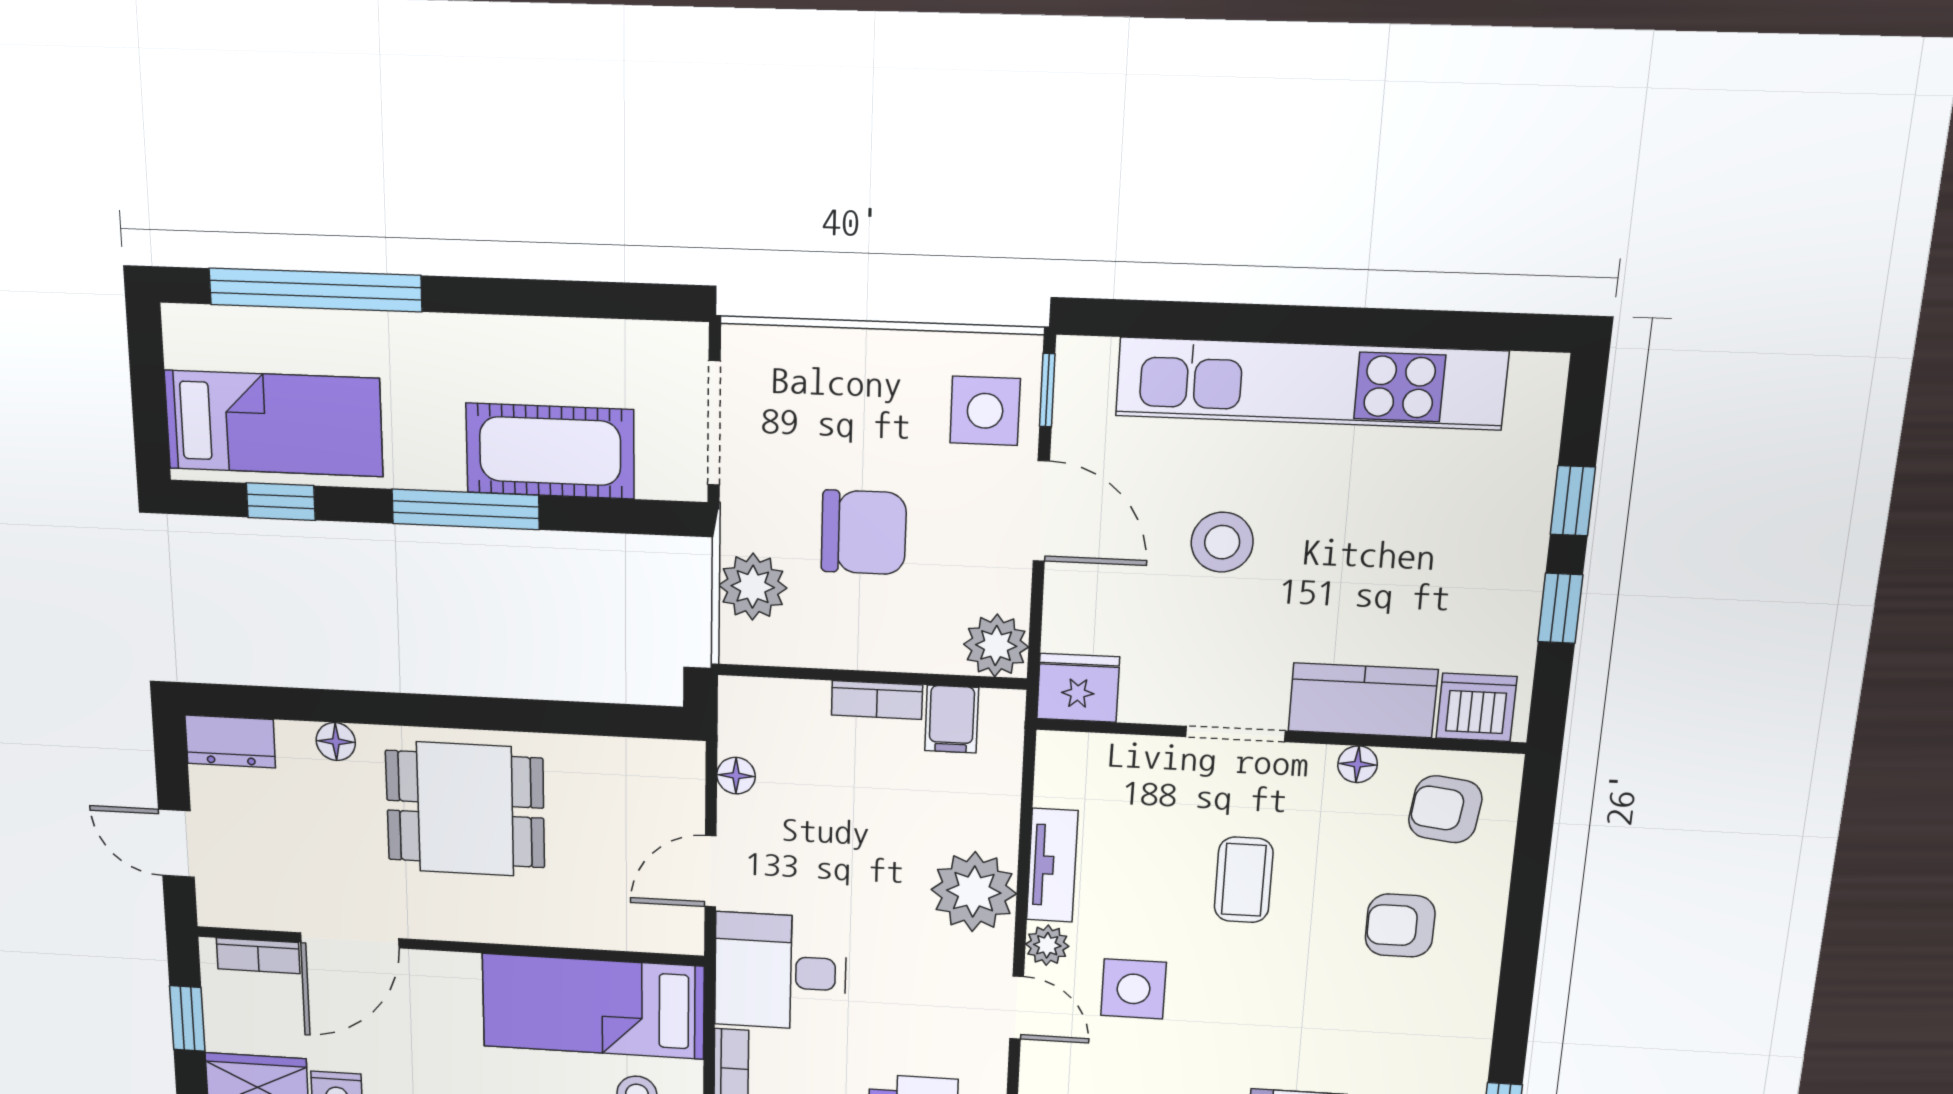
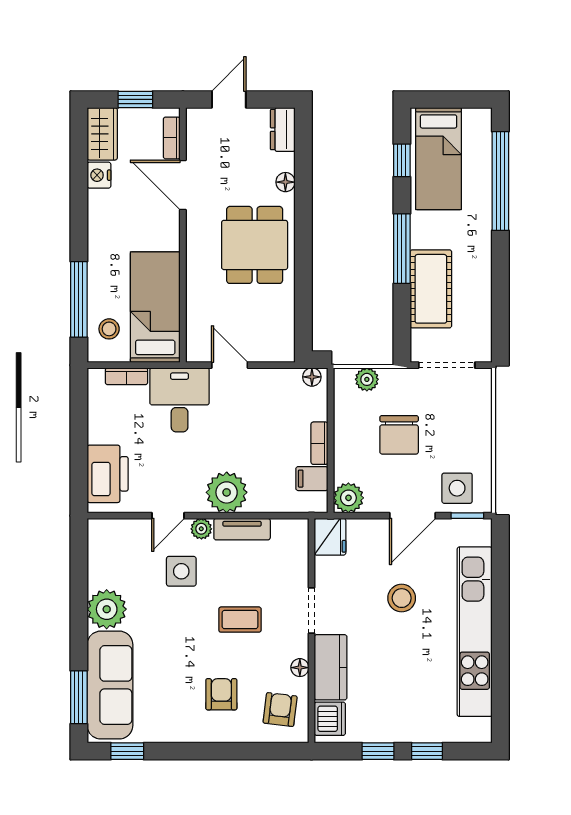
plant: (753, 587) -> (367, 379), width x0.73, depth x0.73
floor lamp: (736, 776) -> (312, 377), moved

